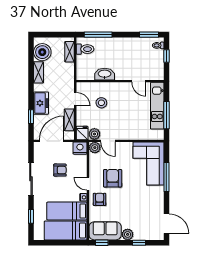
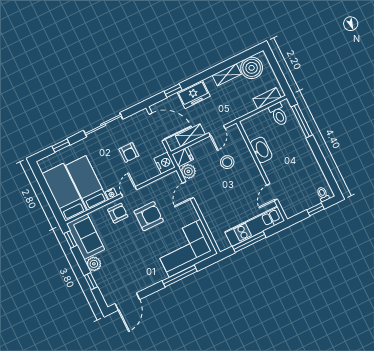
window: (149, 35) -> (330, 178), removed
plant: (95, 148) -> (173, 179), removed

